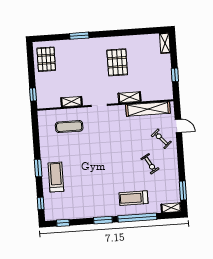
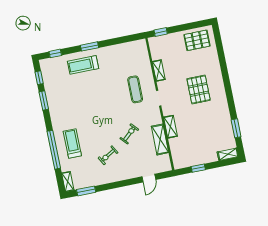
window: (79, 36) -> (236, 128), moved
pallet: (117, 62) -> (199, 90), moved, turned 90
shelving: (148, 109) -> (160, 139), width x0.68
exercise mat: (69, 127) -> (135, 89), moved
exercise bike: (161, 139) -> (129, 134), moved
treadmill: (56, 177) -> (83, 65), turned 180
window: (103, 220) -> (44, 100), moved

